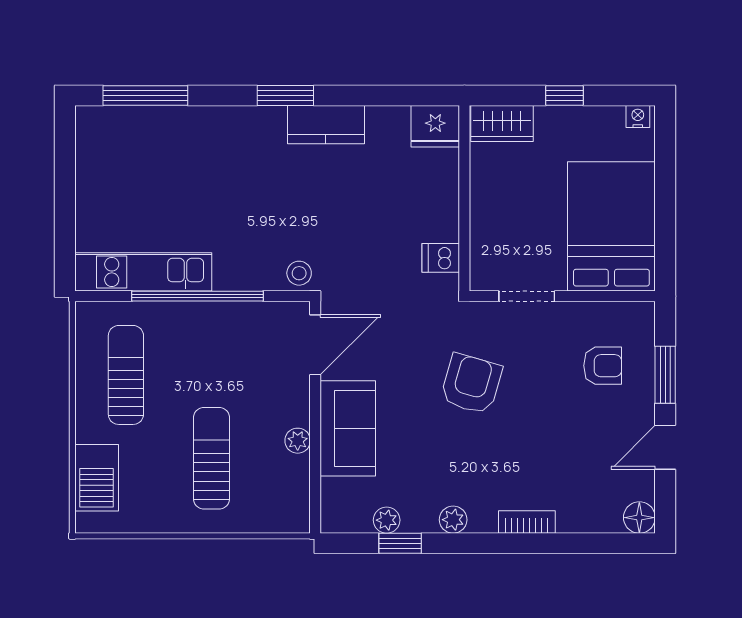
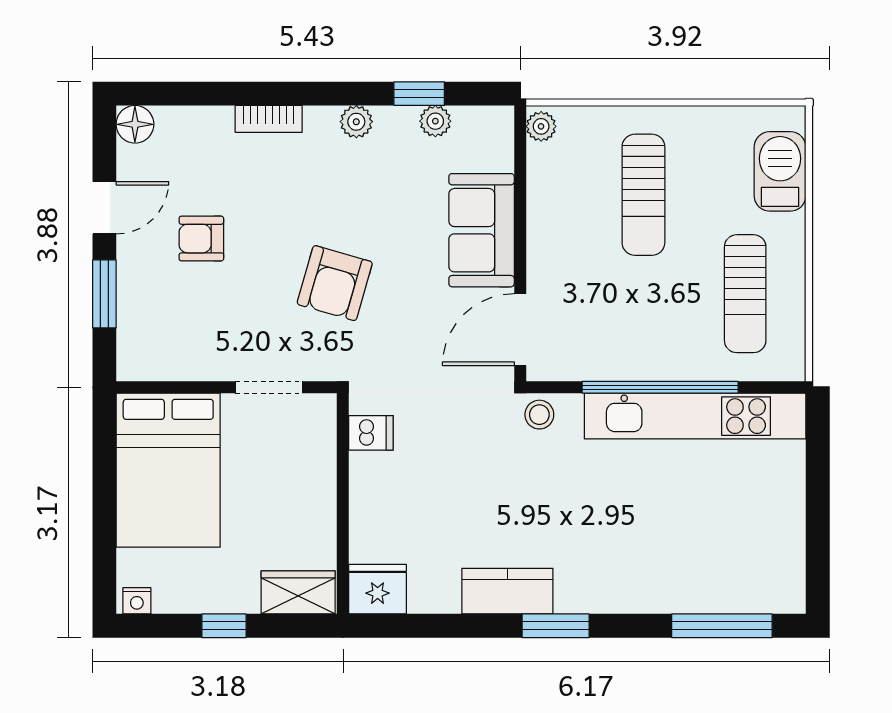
kitchen unit: (143, 272) -> (695, 416), width x1.36
armchair: (603, 366) -> (201, 239), moved
plant: (298, 441) -> (541, 126), moved

